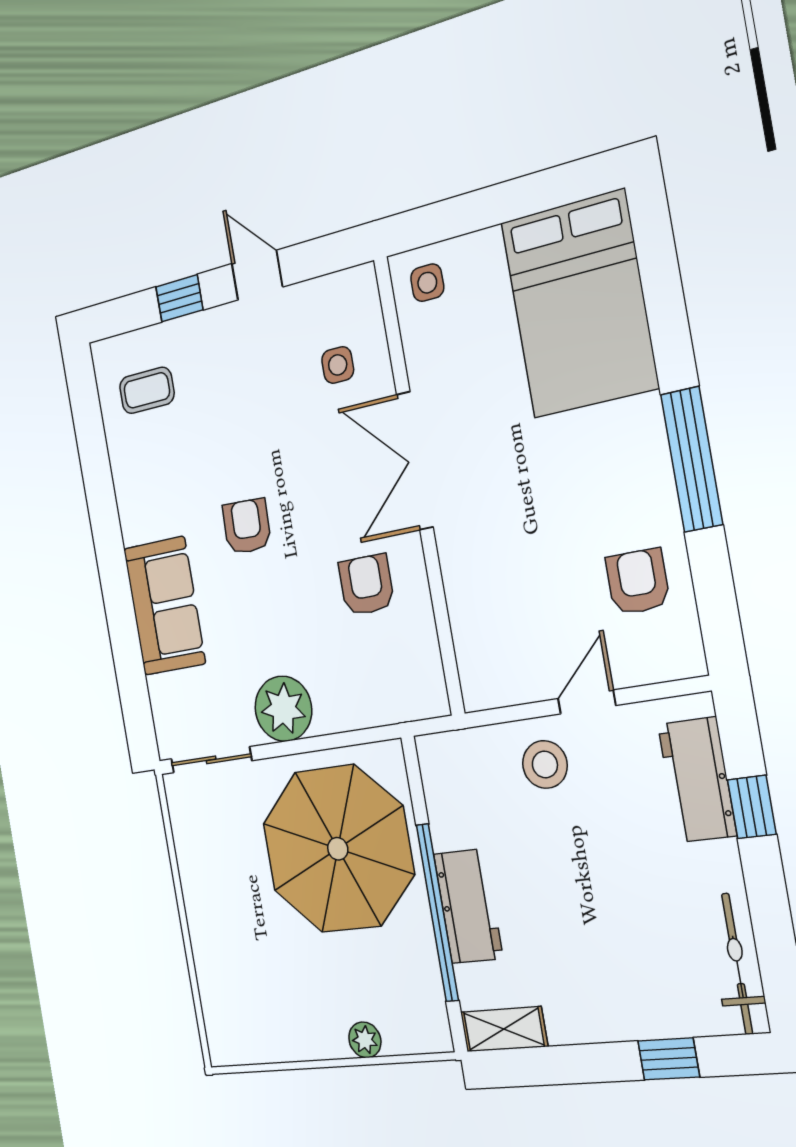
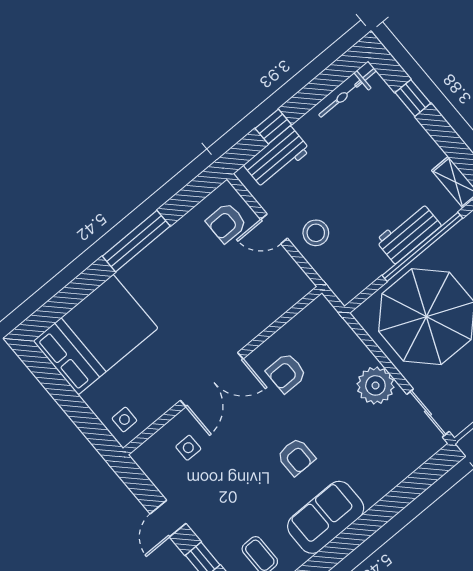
armchair: (247, 526) -> (296, 457), turned -92
armchair: (638, 582) -> (226, 223), moved
sofa: (164, 606) -> (326, 517), moved

